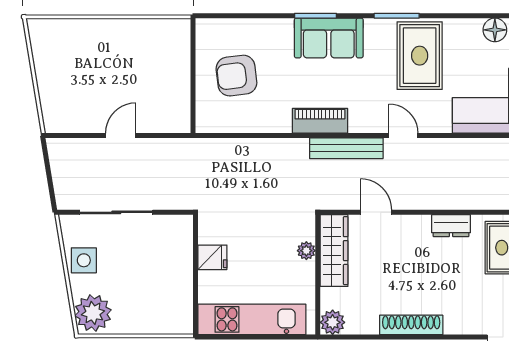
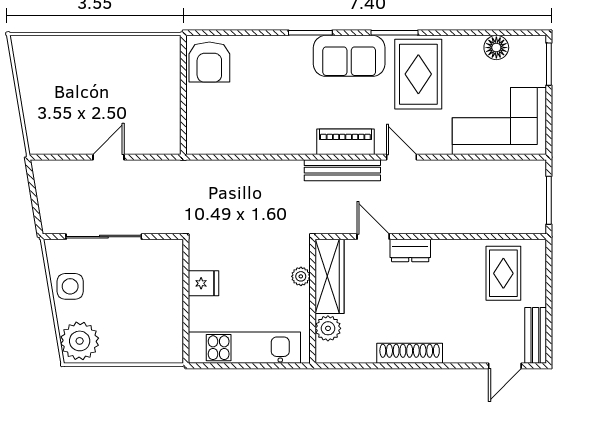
sofa: (329, 38) -> (349, 56), moved
armchair: (236, 76) -> (209, 62), moved, turned -83
piano: (320, 121) -> (345, 142), moved
dresser: (451, 226) -> (410, 250), moved
plant: (333, 322) -> (328, 328), moved

